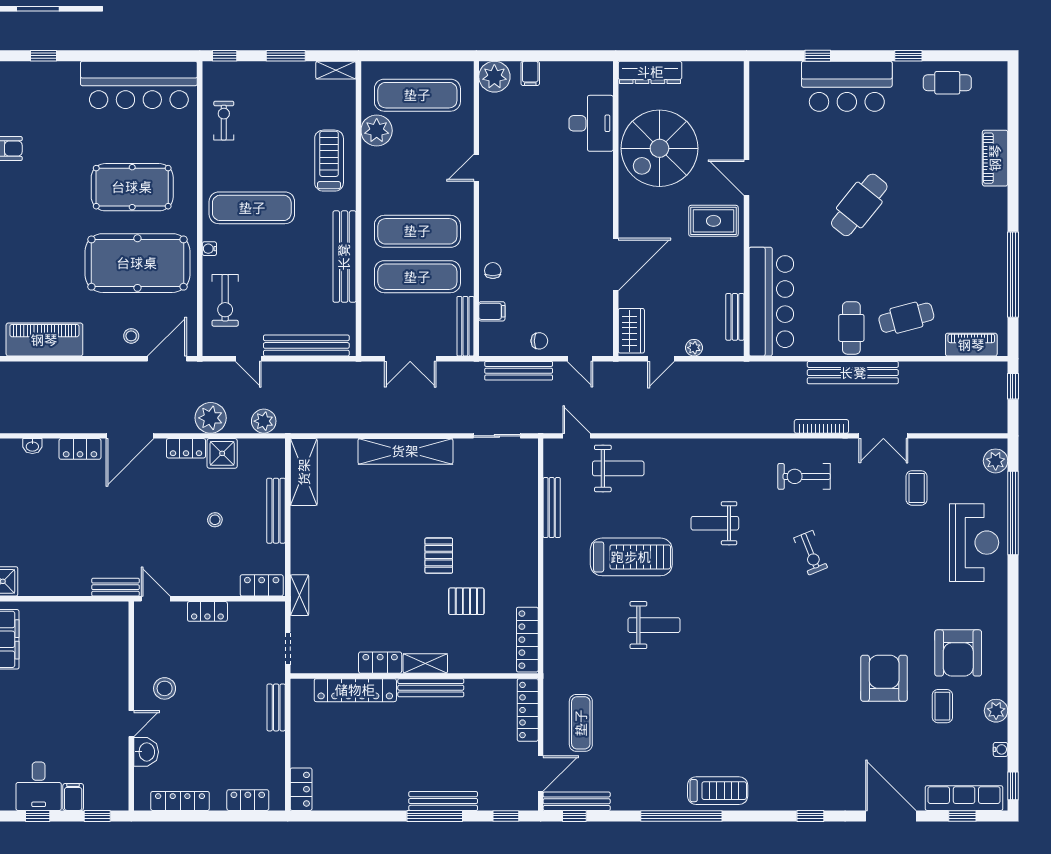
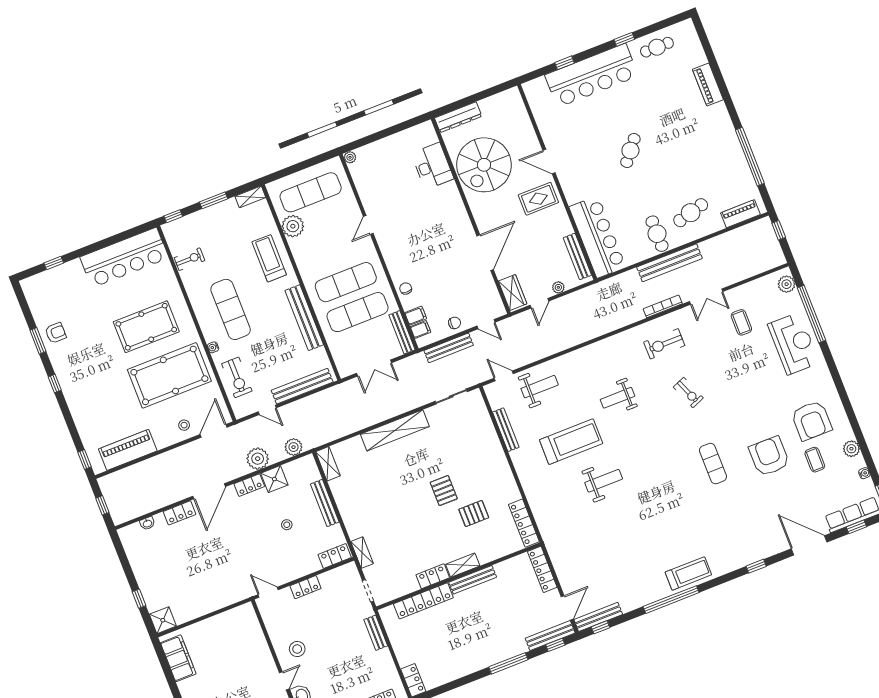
filing cabinet: (530, 73) -> (420, 329), moved, turned -90
plant: (494, 77) -> (350, 157), width x0.53, depth x0.53
bar counter: (847, 86) -> (592, 75), width x1.36
exercise bike: (224, 121) -> (189, 259), turned 90
cafe table: (859, 205) -> (630, 150), width x0.73, depth x0.74
exercise mat: (252, 208) -> (231, 309), turned 90
bench: (735, 317) -> (577, 256), width x1.36
shelving: (304, 472) -> (328, 464), width x0.67, depth x0.75
bench: (116, 587) -> (239, 595), removed
exercise mat: (581, 723) -> (713, 464), moved
bench: (443, 801) -> (550, 636), moved

